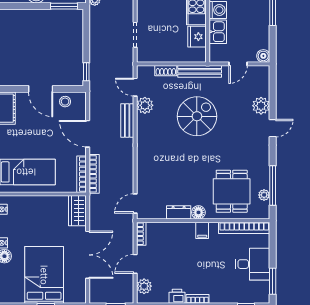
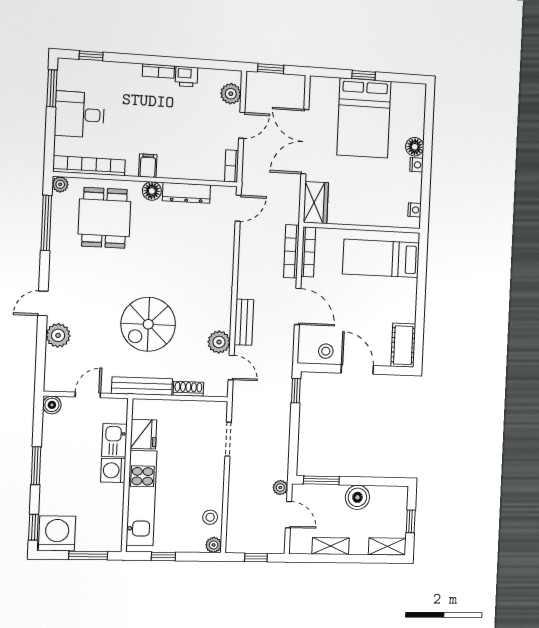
plant: (264, 195) -> (60, 184), moved
dresser: (179, 212) -> (186, 193), width x1.44

